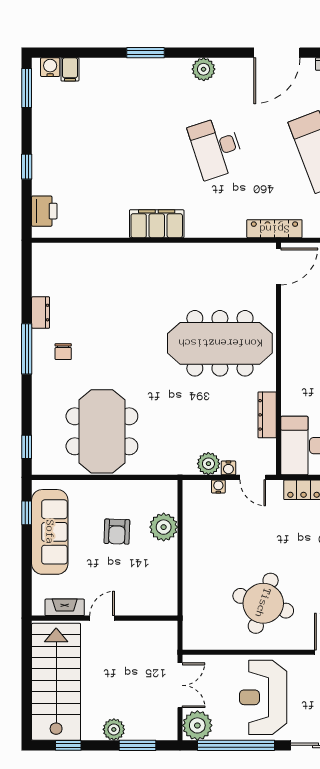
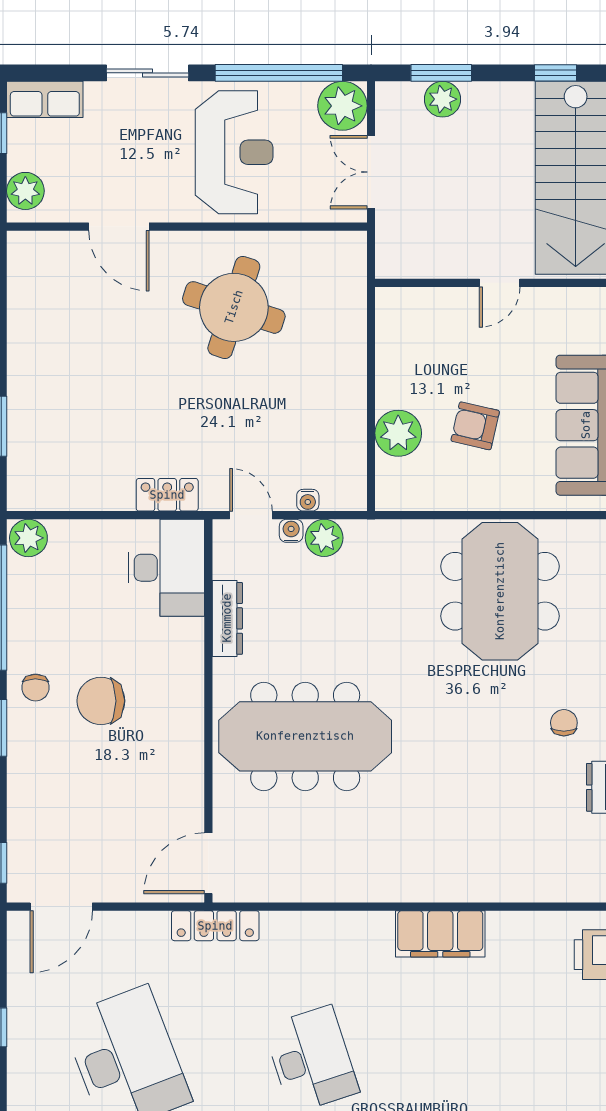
filing cabinet: (157, 224) -> (440, 934), moved
armchair: (117, 532) -> (475, 426), turned -79
fireplace: (65, 607) -> (561, 301), removed
plant: (114, 729) -> (442, 99), moved

